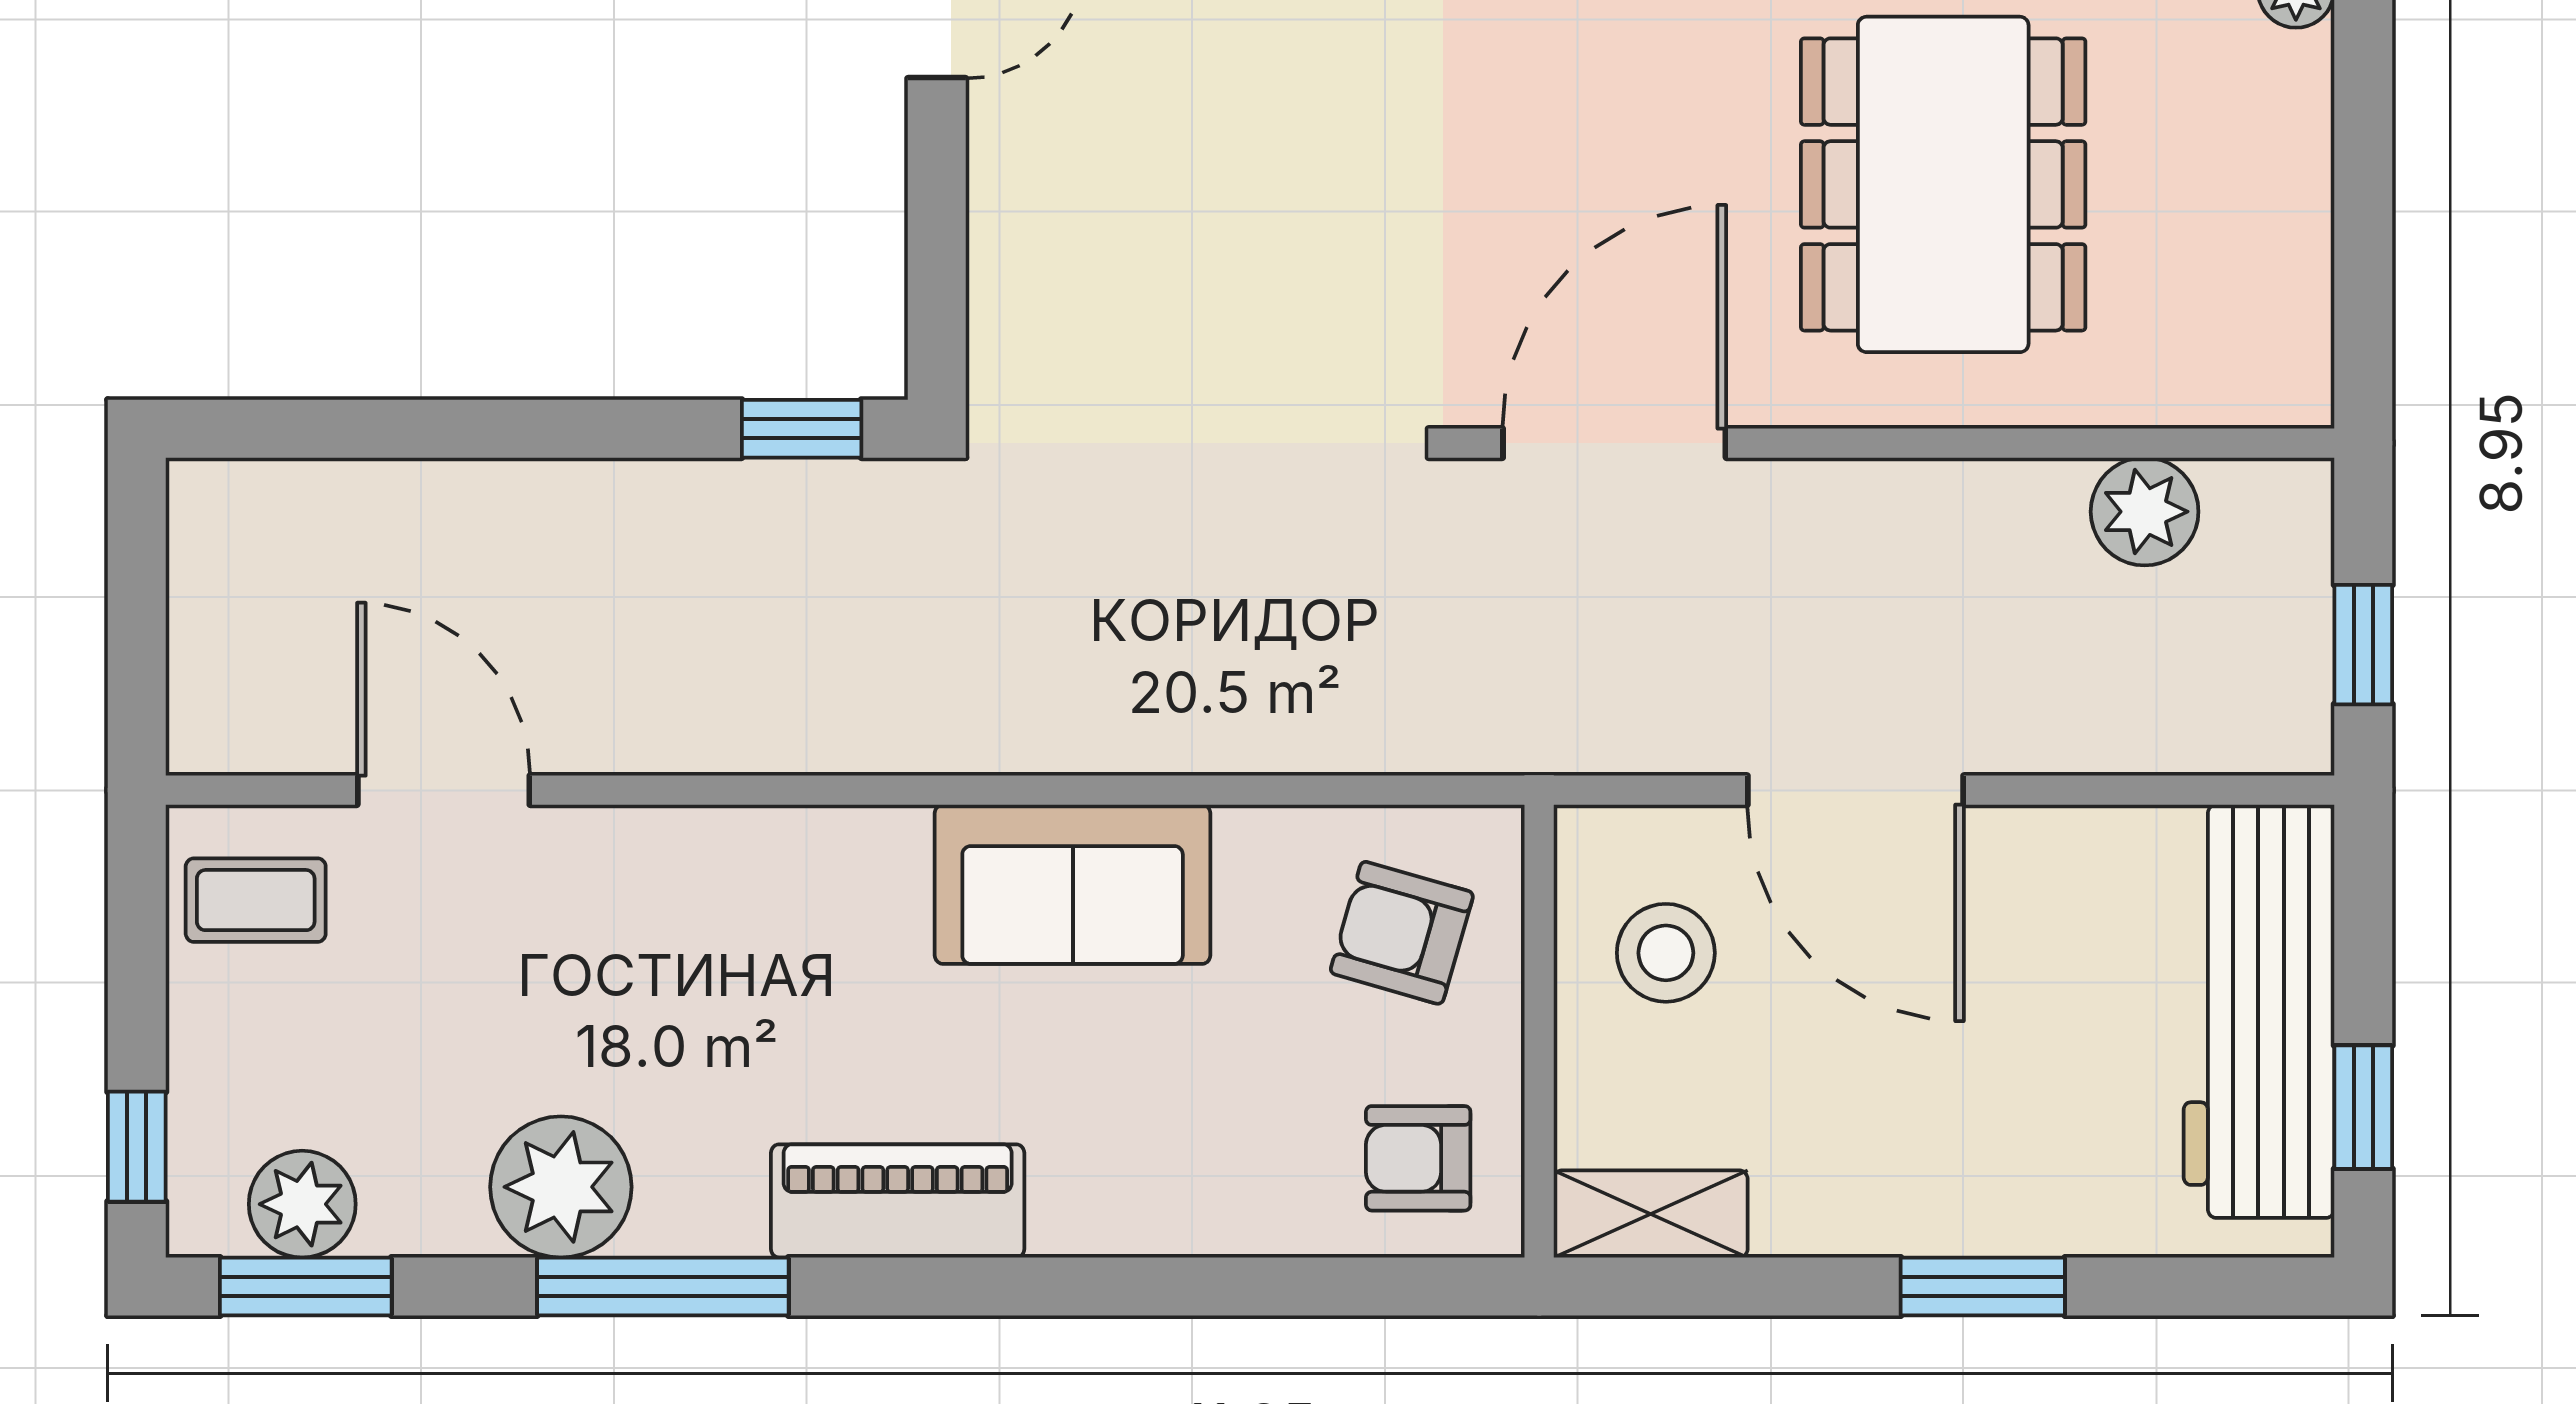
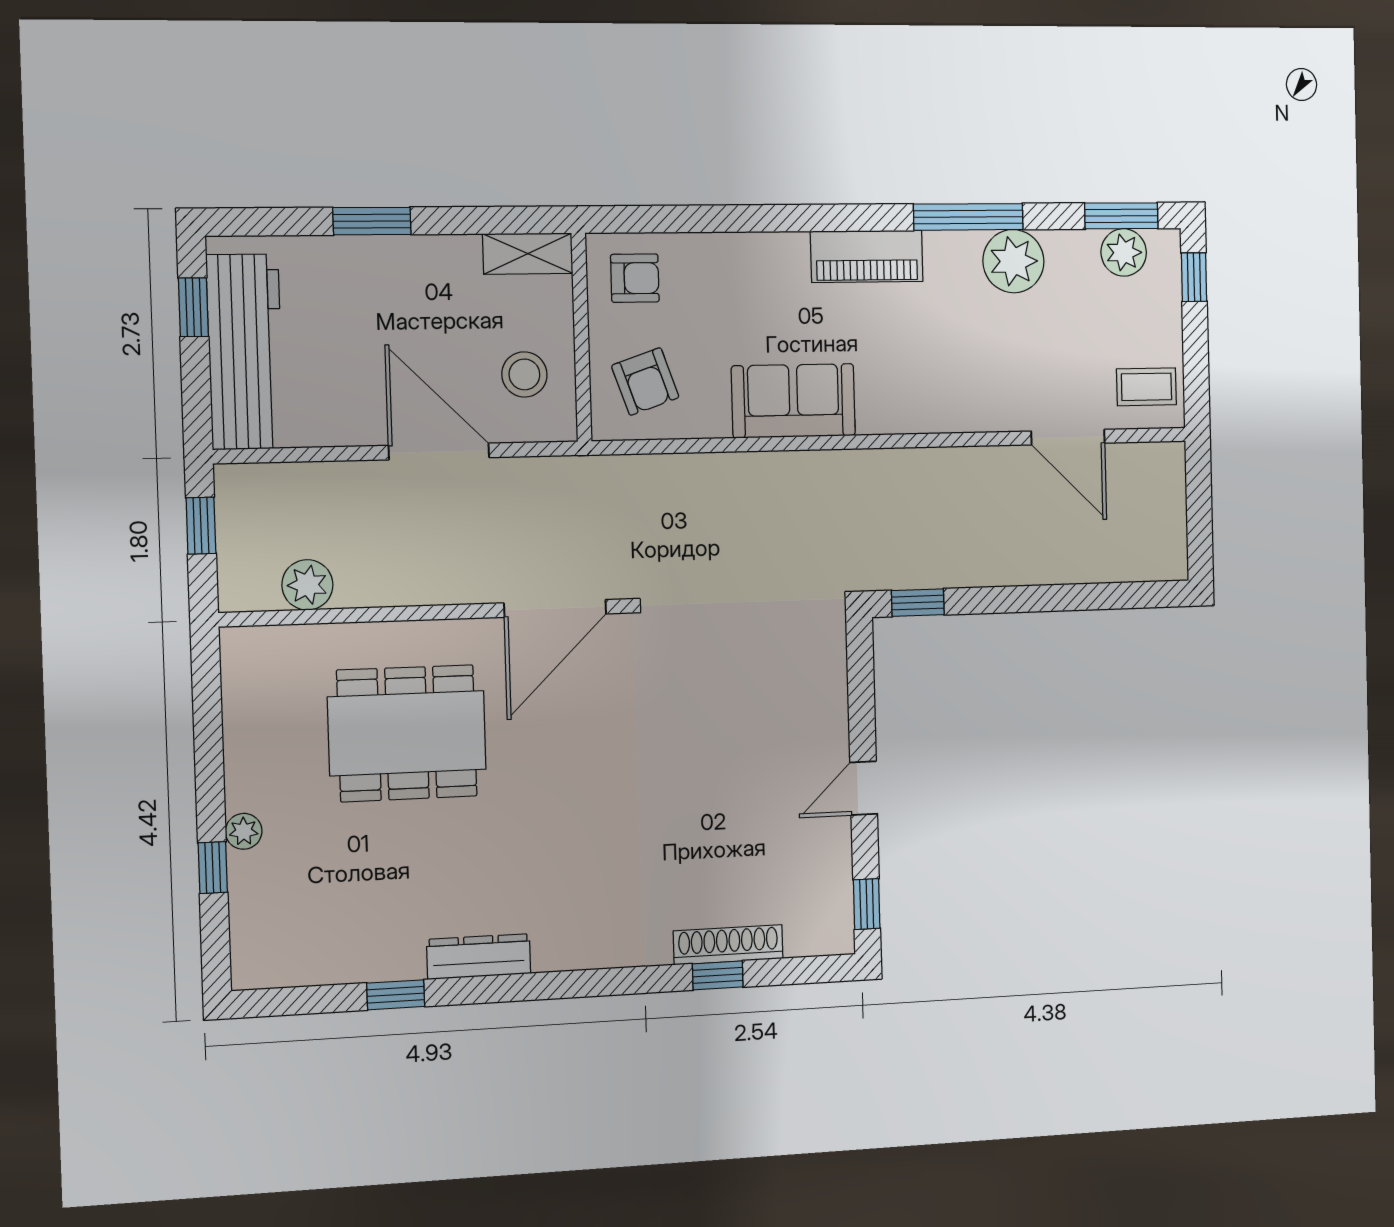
dining table: (1943, 184) -> (407, 733), turned 90
armchair: (1402, 933) -> (645, 382), turned 55

